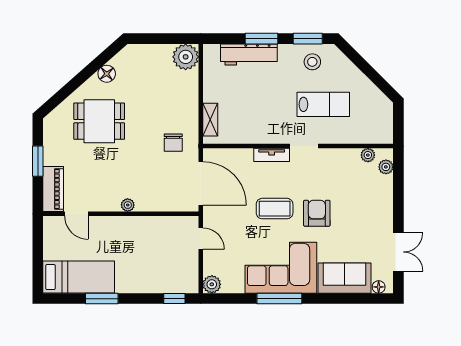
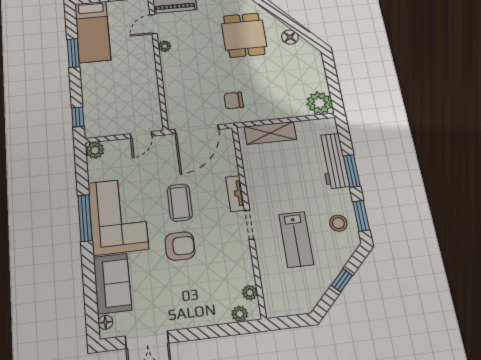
window: (367, 69) -> (342, 280), added
shelving: (210, 120) -> (270, 133), width x1.50, depth x1.33
plant: (128, 205) -> (165, 46), moved

